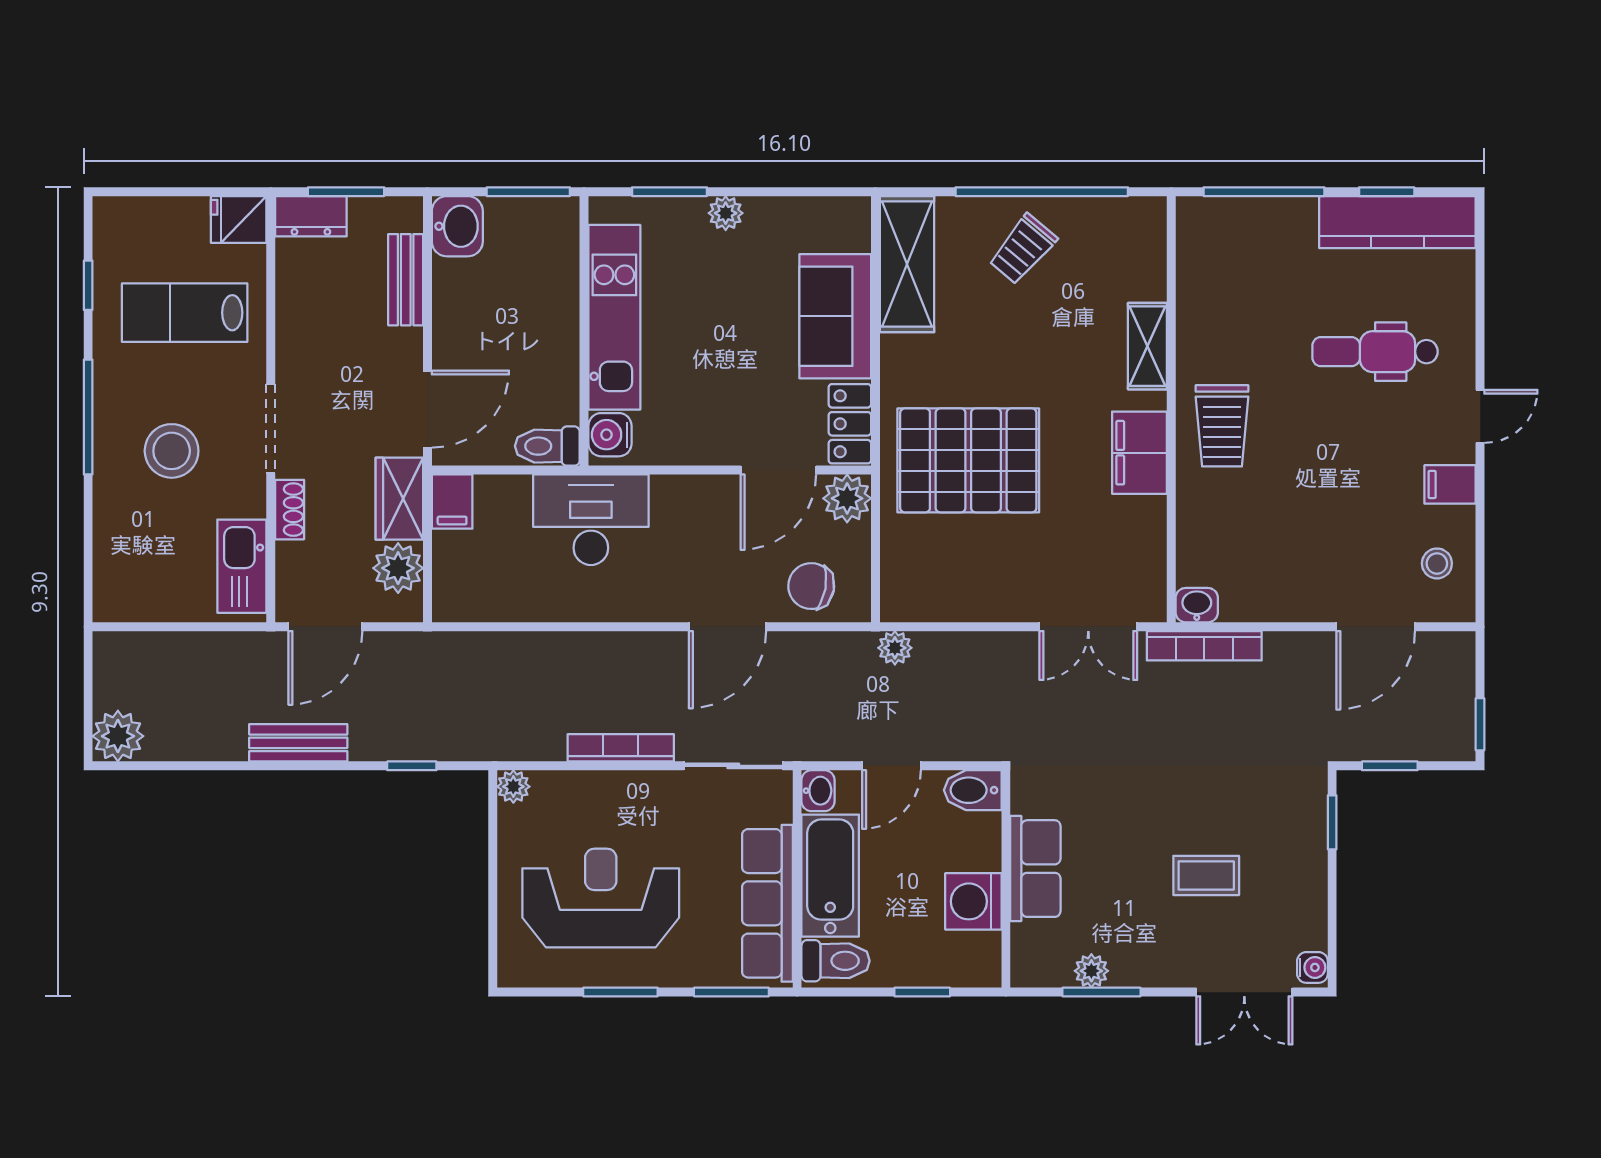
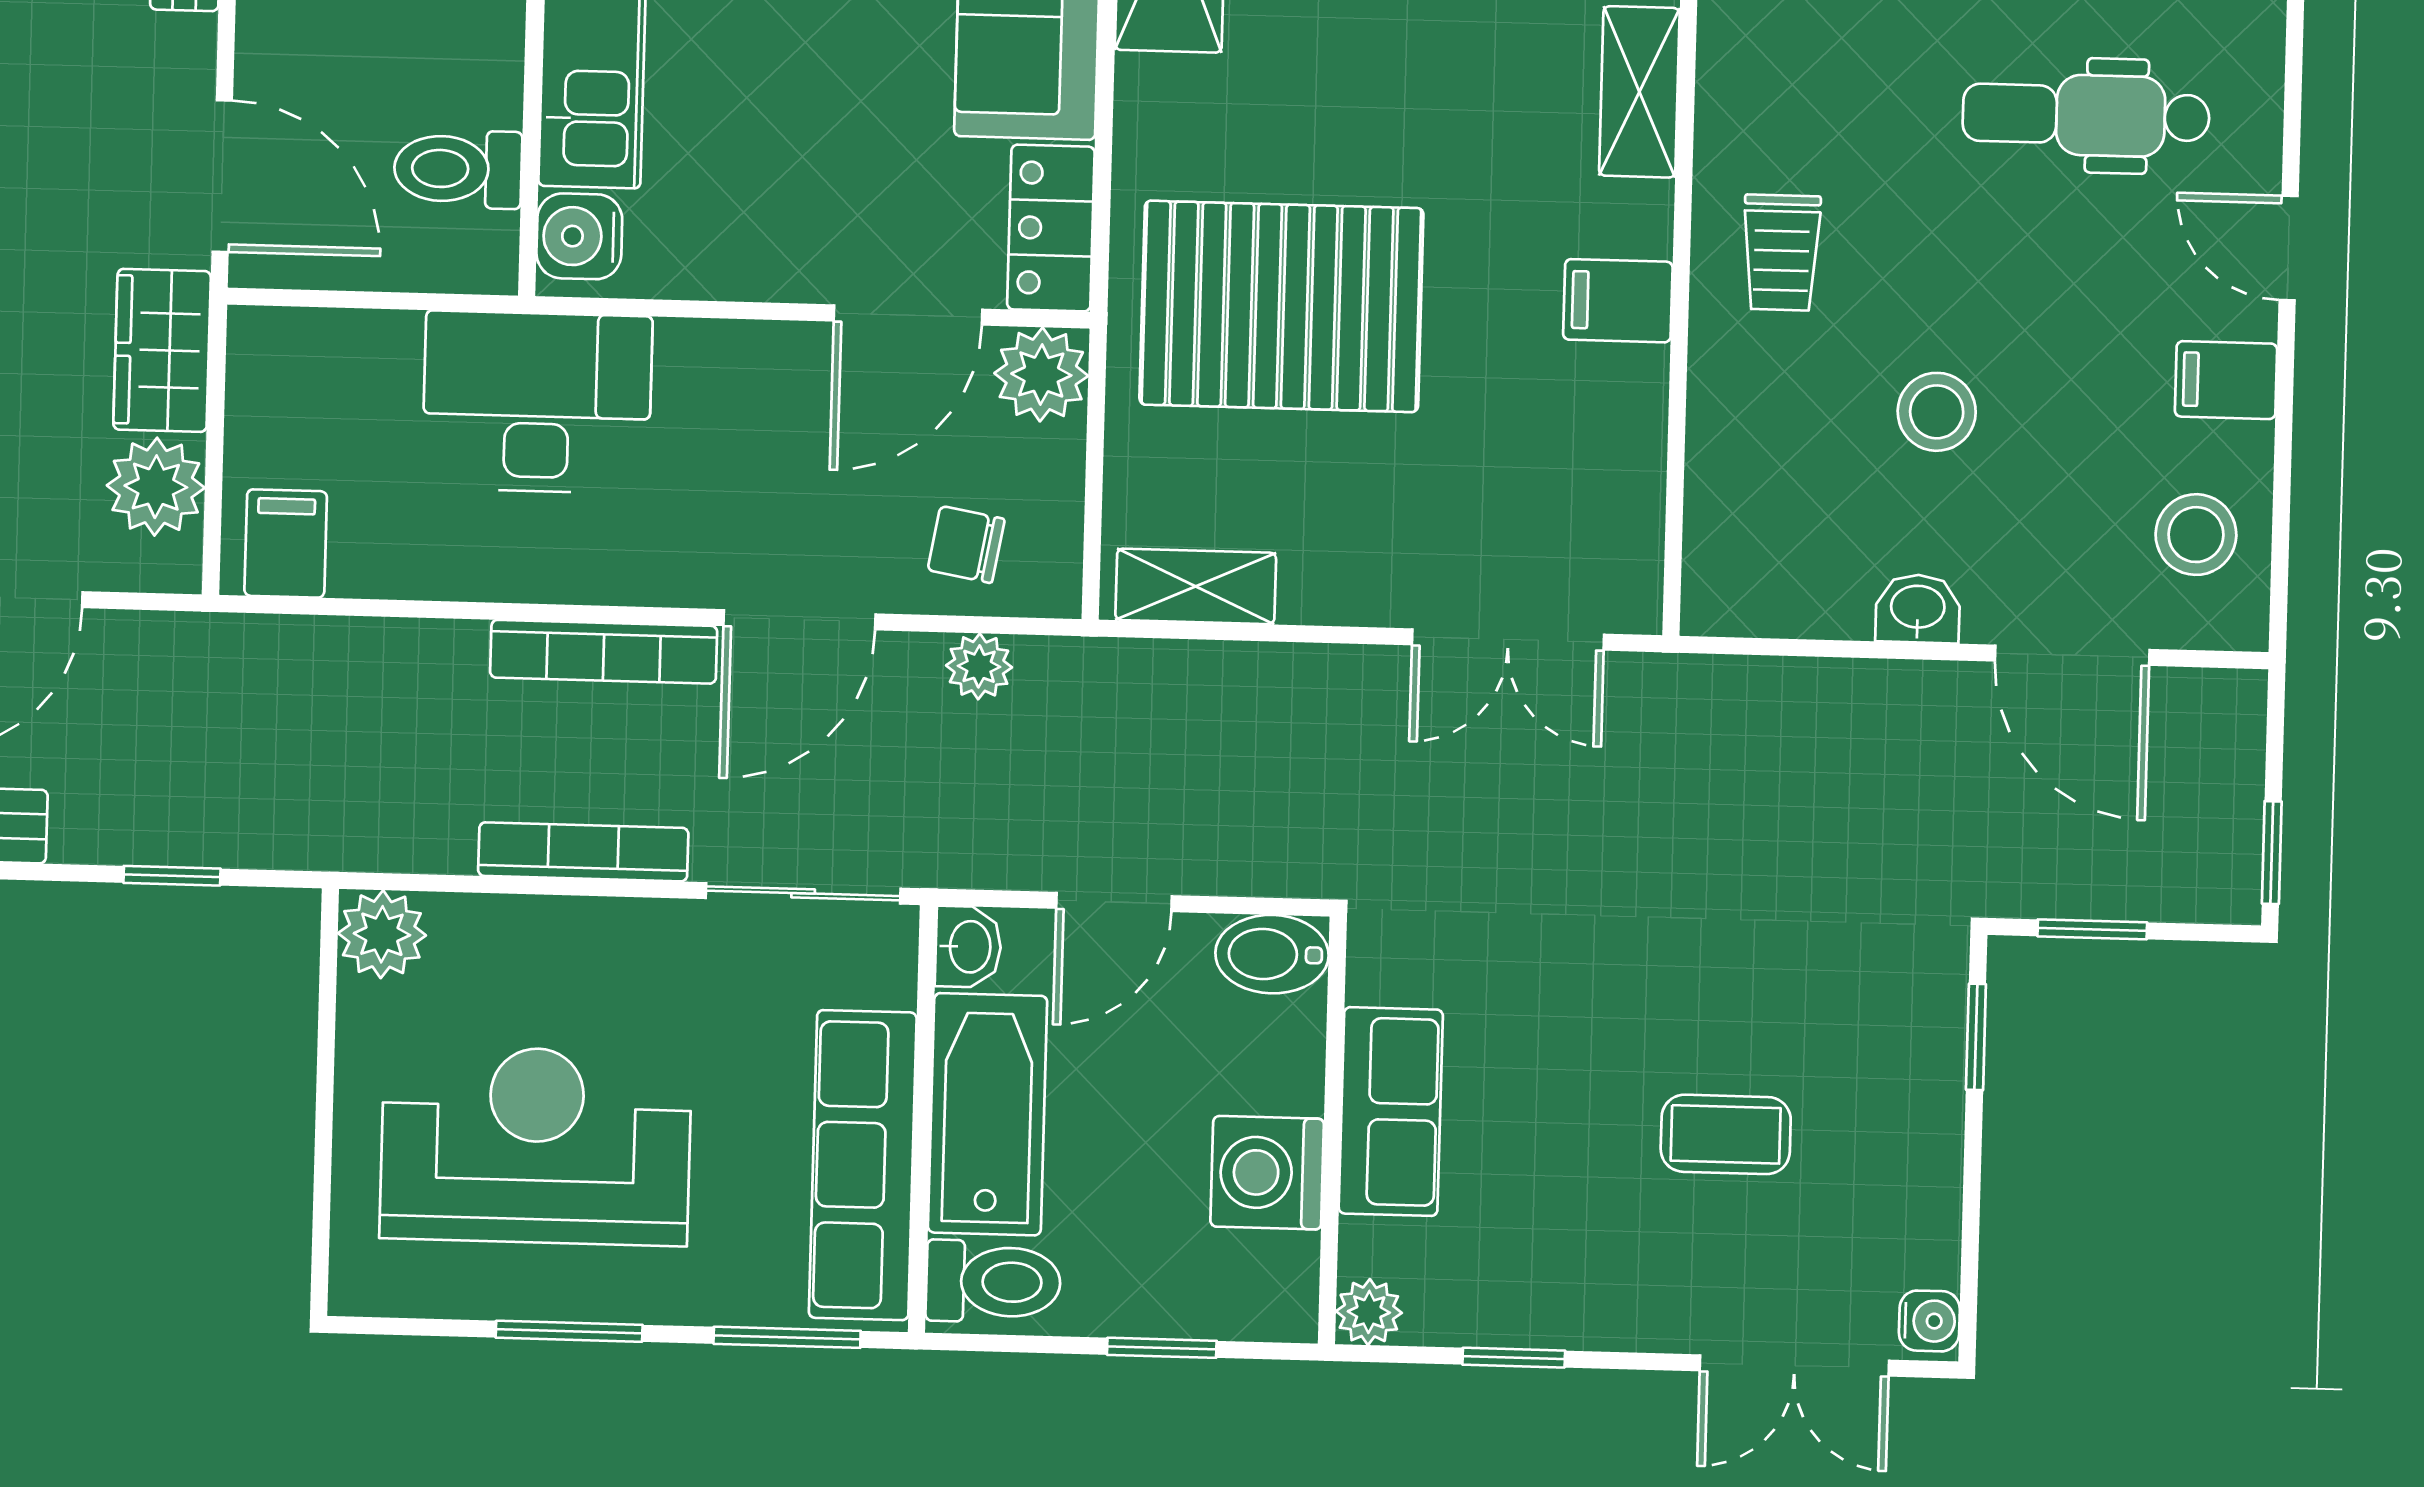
door: (427, 409) -> (222, 176), hinge flipped
door: (1480, 416) -> (2289, 248), swing flipped
trolley: (1222, 426) -> (1782, 253), width x0.73, depth x0.72
toilet: (547, 446) -> (458, 169), moved
filing cabinet: (1139, 453) -> (1618, 301), width x0.50
filing cabinet: (452, 502) -> (286, 544), moved, turned 180
stool: (1303, 505) -> (1937, 412), added
stool: (1437, 563) -> (2196, 535), width x1.37, depth x1.37
chair: (811, 586) -> (966, 545), width x0.73, depth x0.73
shelving: (929, 604) -> (1196, 586), added
washbasin: (1197, 605) -> (1918, 609), moved
door: (1376, 627) -> (2072, 655), hinge flipped
bookcase: (1204, 646) -> (604, 652), moved
plant: (895, 648) -> (979, 666), moved
plant: (513, 787) -> (382, 934), width x1.38, depth x1.38
plant: (1091, 971) -> (1369, 1312), moved
window: (1101, 992) -> (1514, 1358), width x0.67

